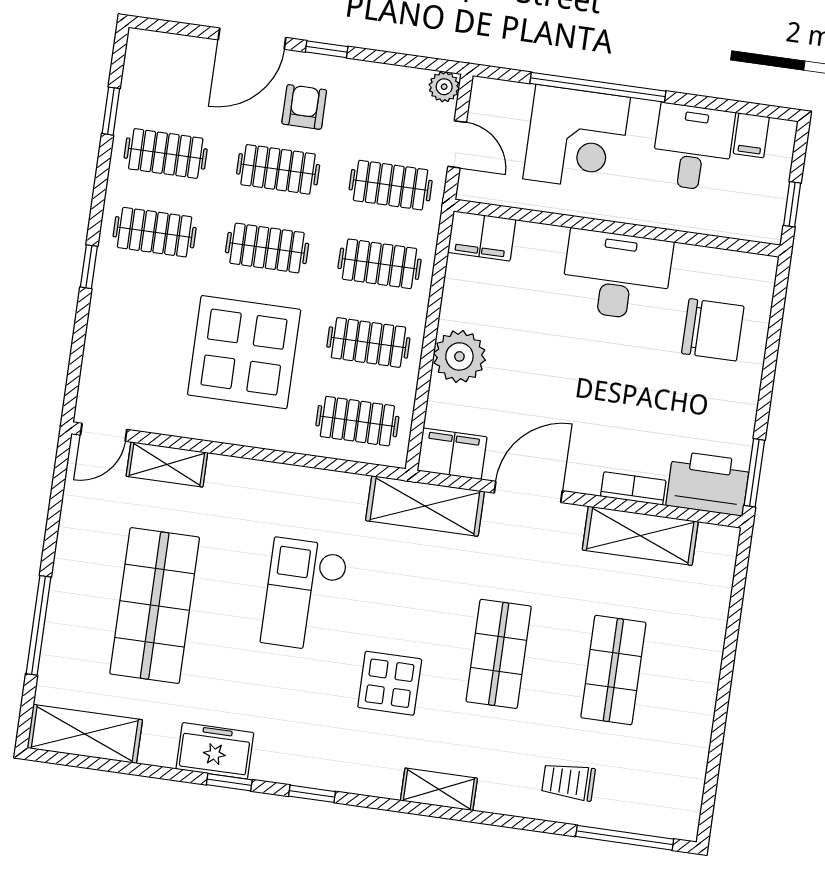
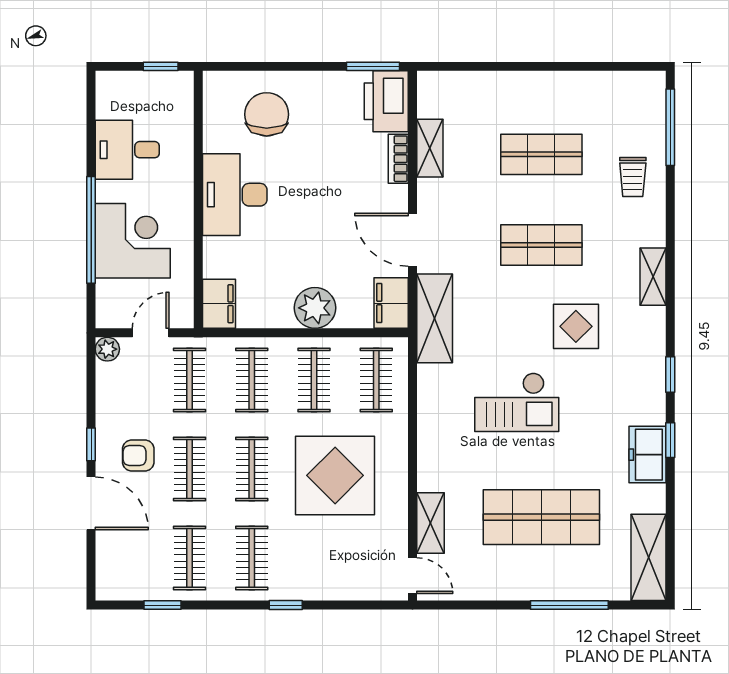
filing cabinet: (751, 135) -> (112, 106), removed
shelving: (640, 536) -> (430, 148), width x0.67, depth x0.75

